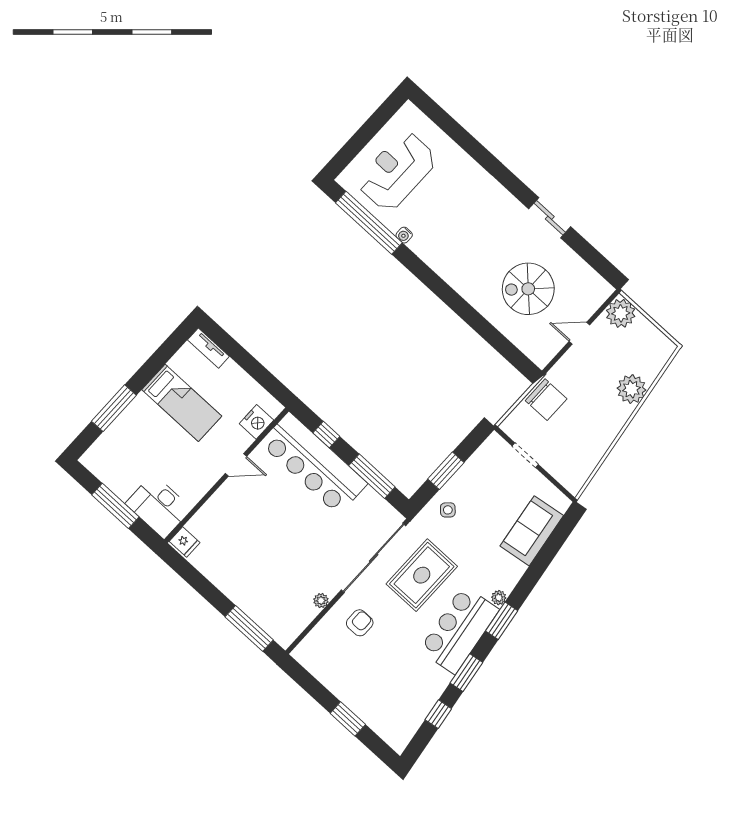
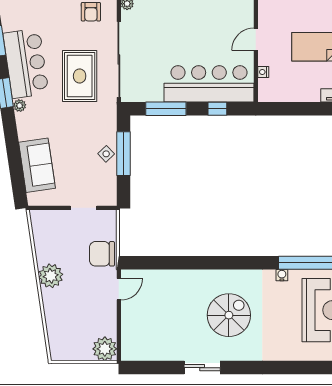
spiral stairs: (528, 289) -> (229, 315), moved
door: (579, 333) -> (119, 289), moved
plant: (631, 389) -> (51, 276), moved
nightstand: (256, 422) -> (263, 72), width x0.53, depth x0.56
window: (446, 471) -> (124, 154), width x1.44
side table: (448, 510) -> (106, 154), moved

